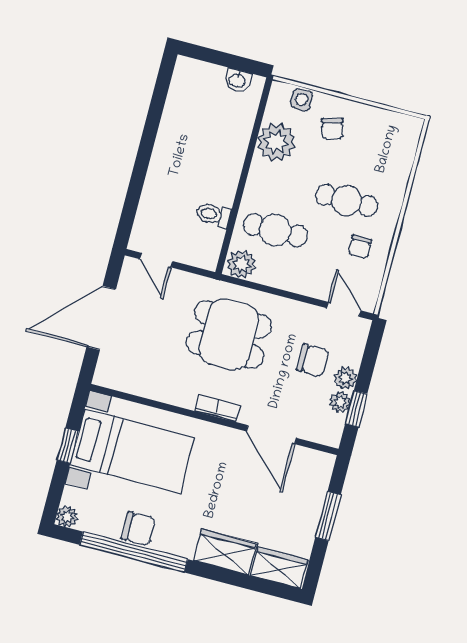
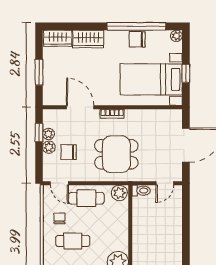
toilet: (213, 215) -> (141, 191), moved
cafe table: (275, 230) -> (86, 198), moved
door: (156, 260) -> (165, 183), swing flipped

